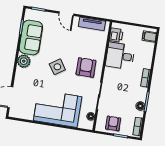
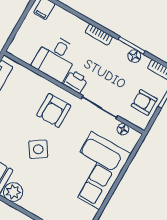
printer: (116, 35) -> (76, 81), moved
armchair: (86, 67) -> (54, 110), turned -90

